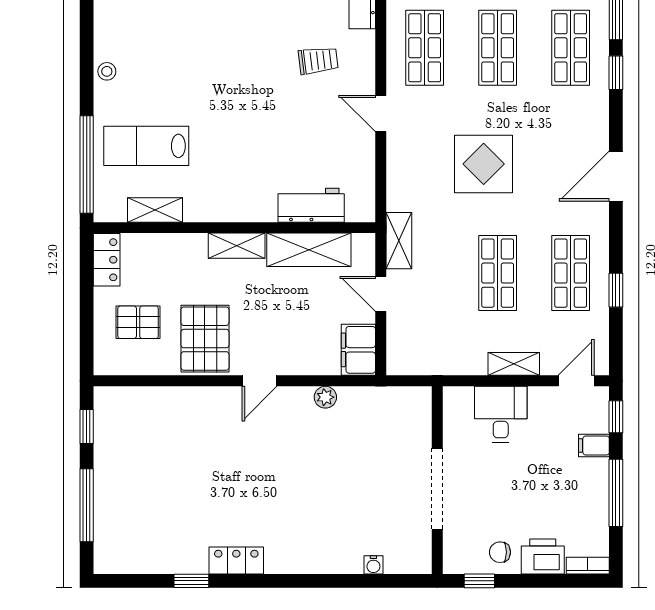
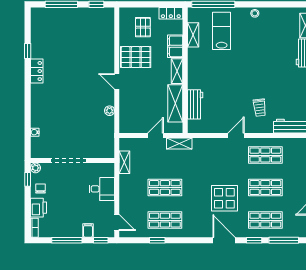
display table: (484, 164) -> (224, 198), moved
door: (616, 176) -> (224, 240), moved
filing cabinet: (358, 350) -> (175, 46), moved, turned -90
shelving: (514, 364) -> (124, 162), moved
plant: (454, 563) -> (36, 168), added

